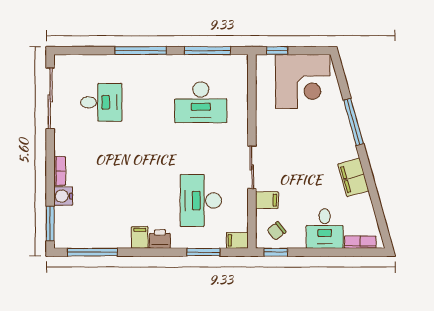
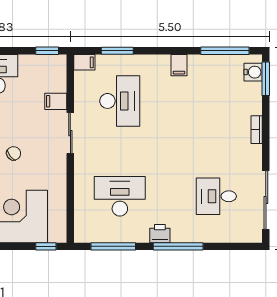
water cooler: (63, 196) -> (253, 72), moved
chair: (276, 231) -> (14, 153), moved
printer: (160, 239) -> (160, 234), moved, turned 180

